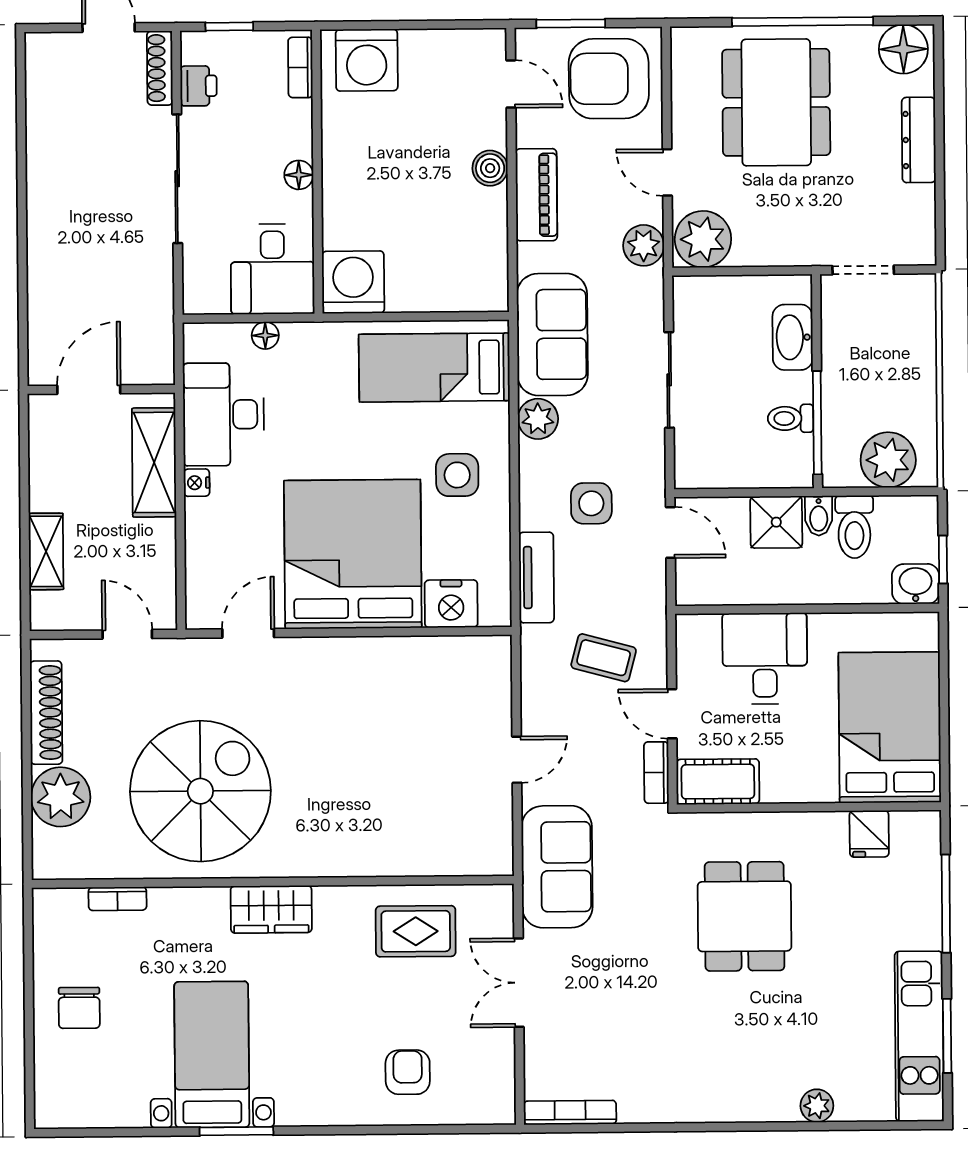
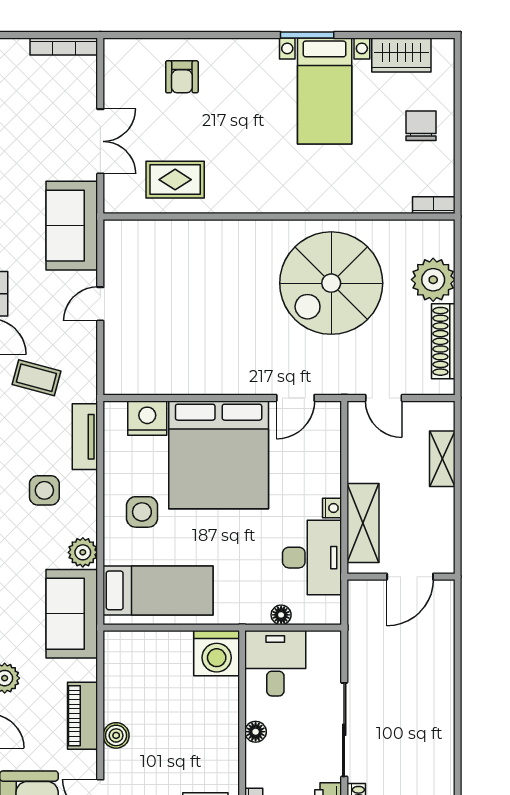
bookcase: (118, 899) -> (434, 205), moved
wardrobe: (271, 909) -> (401, 55), moved, turned 180

